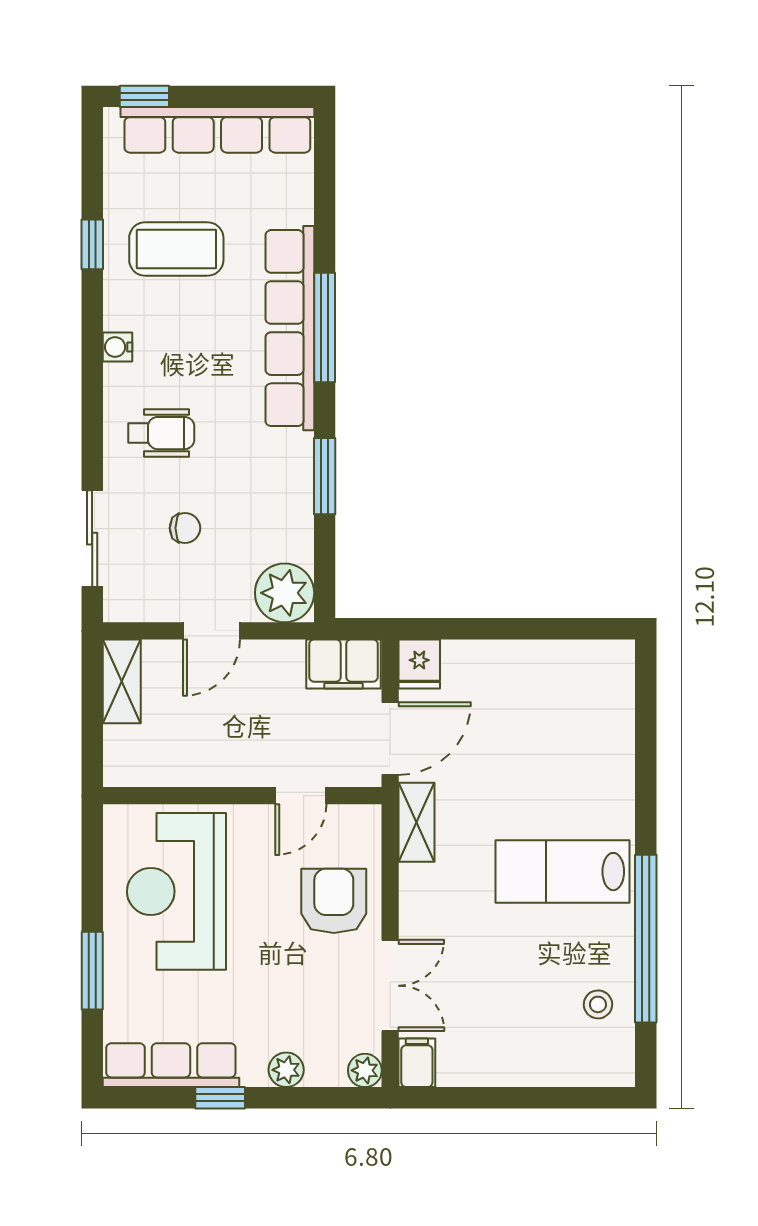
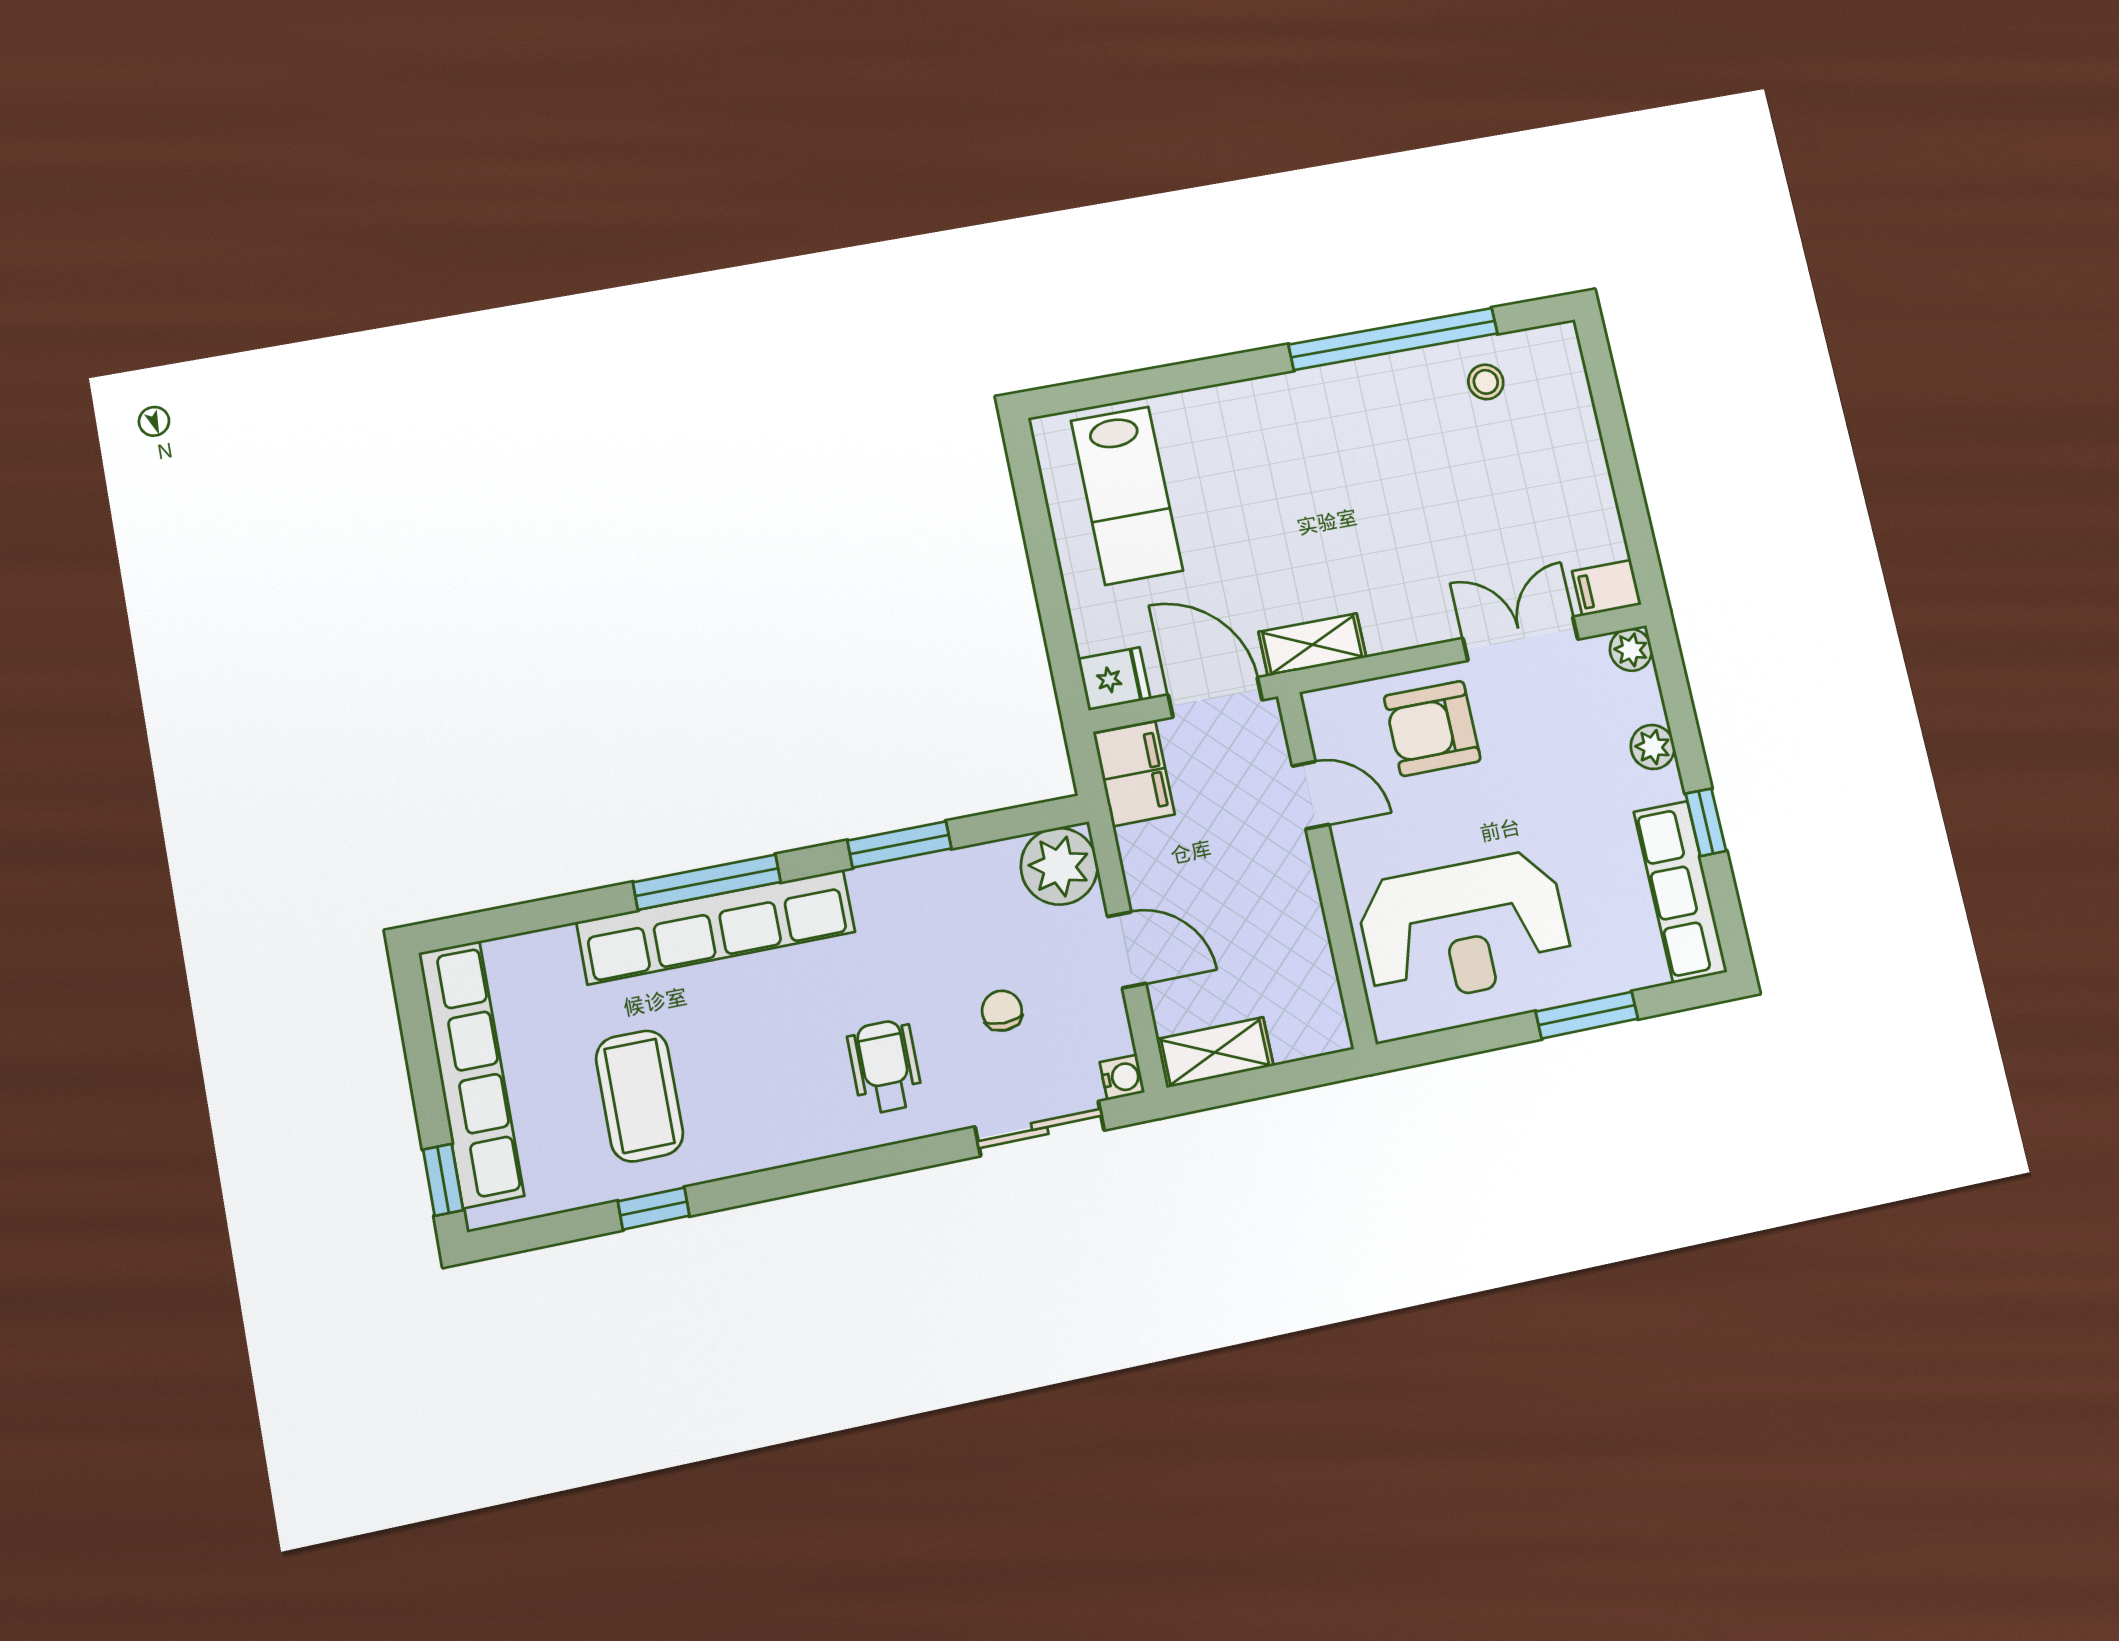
water cooler: (117, 347) -> (1122, 1077), moved, turned -90
lab bench: (562, 872) -> (1127, 495), moved

